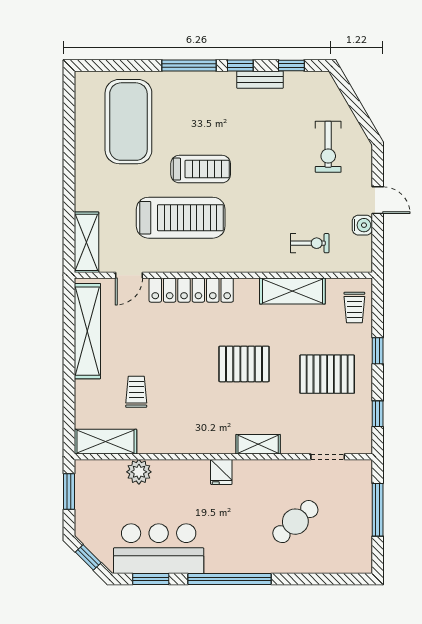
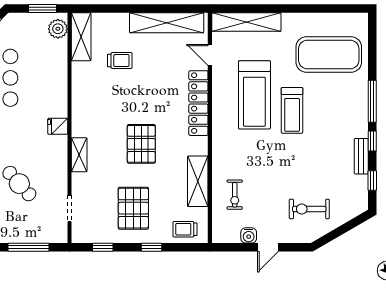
shelving: (86, 242) -> (246, 22), width x1.47
plant: (139, 472) -> (58, 29), moved

